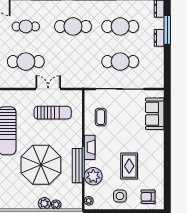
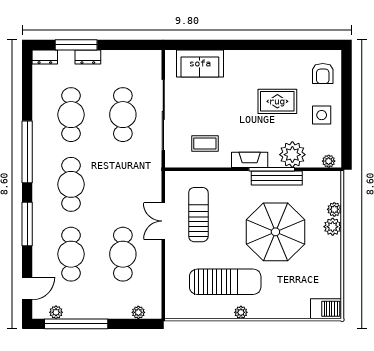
cafe table: (26, 26) -> (71, 254), width x1.37, depth x1.35

